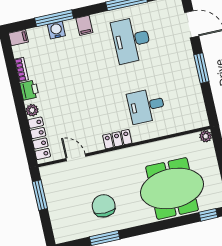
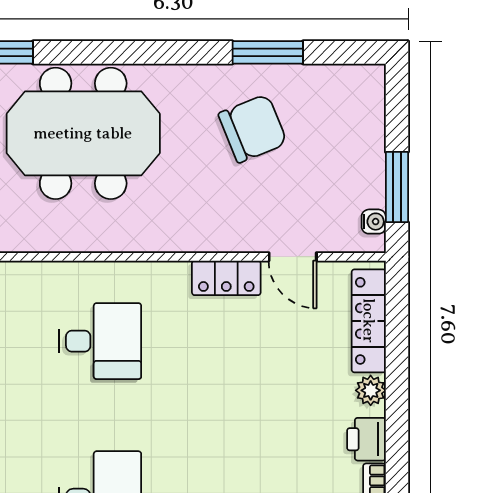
locker: (117, 139) -> (226, 278), moved
water cooler: (46, 179) -> (374, 222), added
chair: (104, 206) -> (253, 128), turned -112

